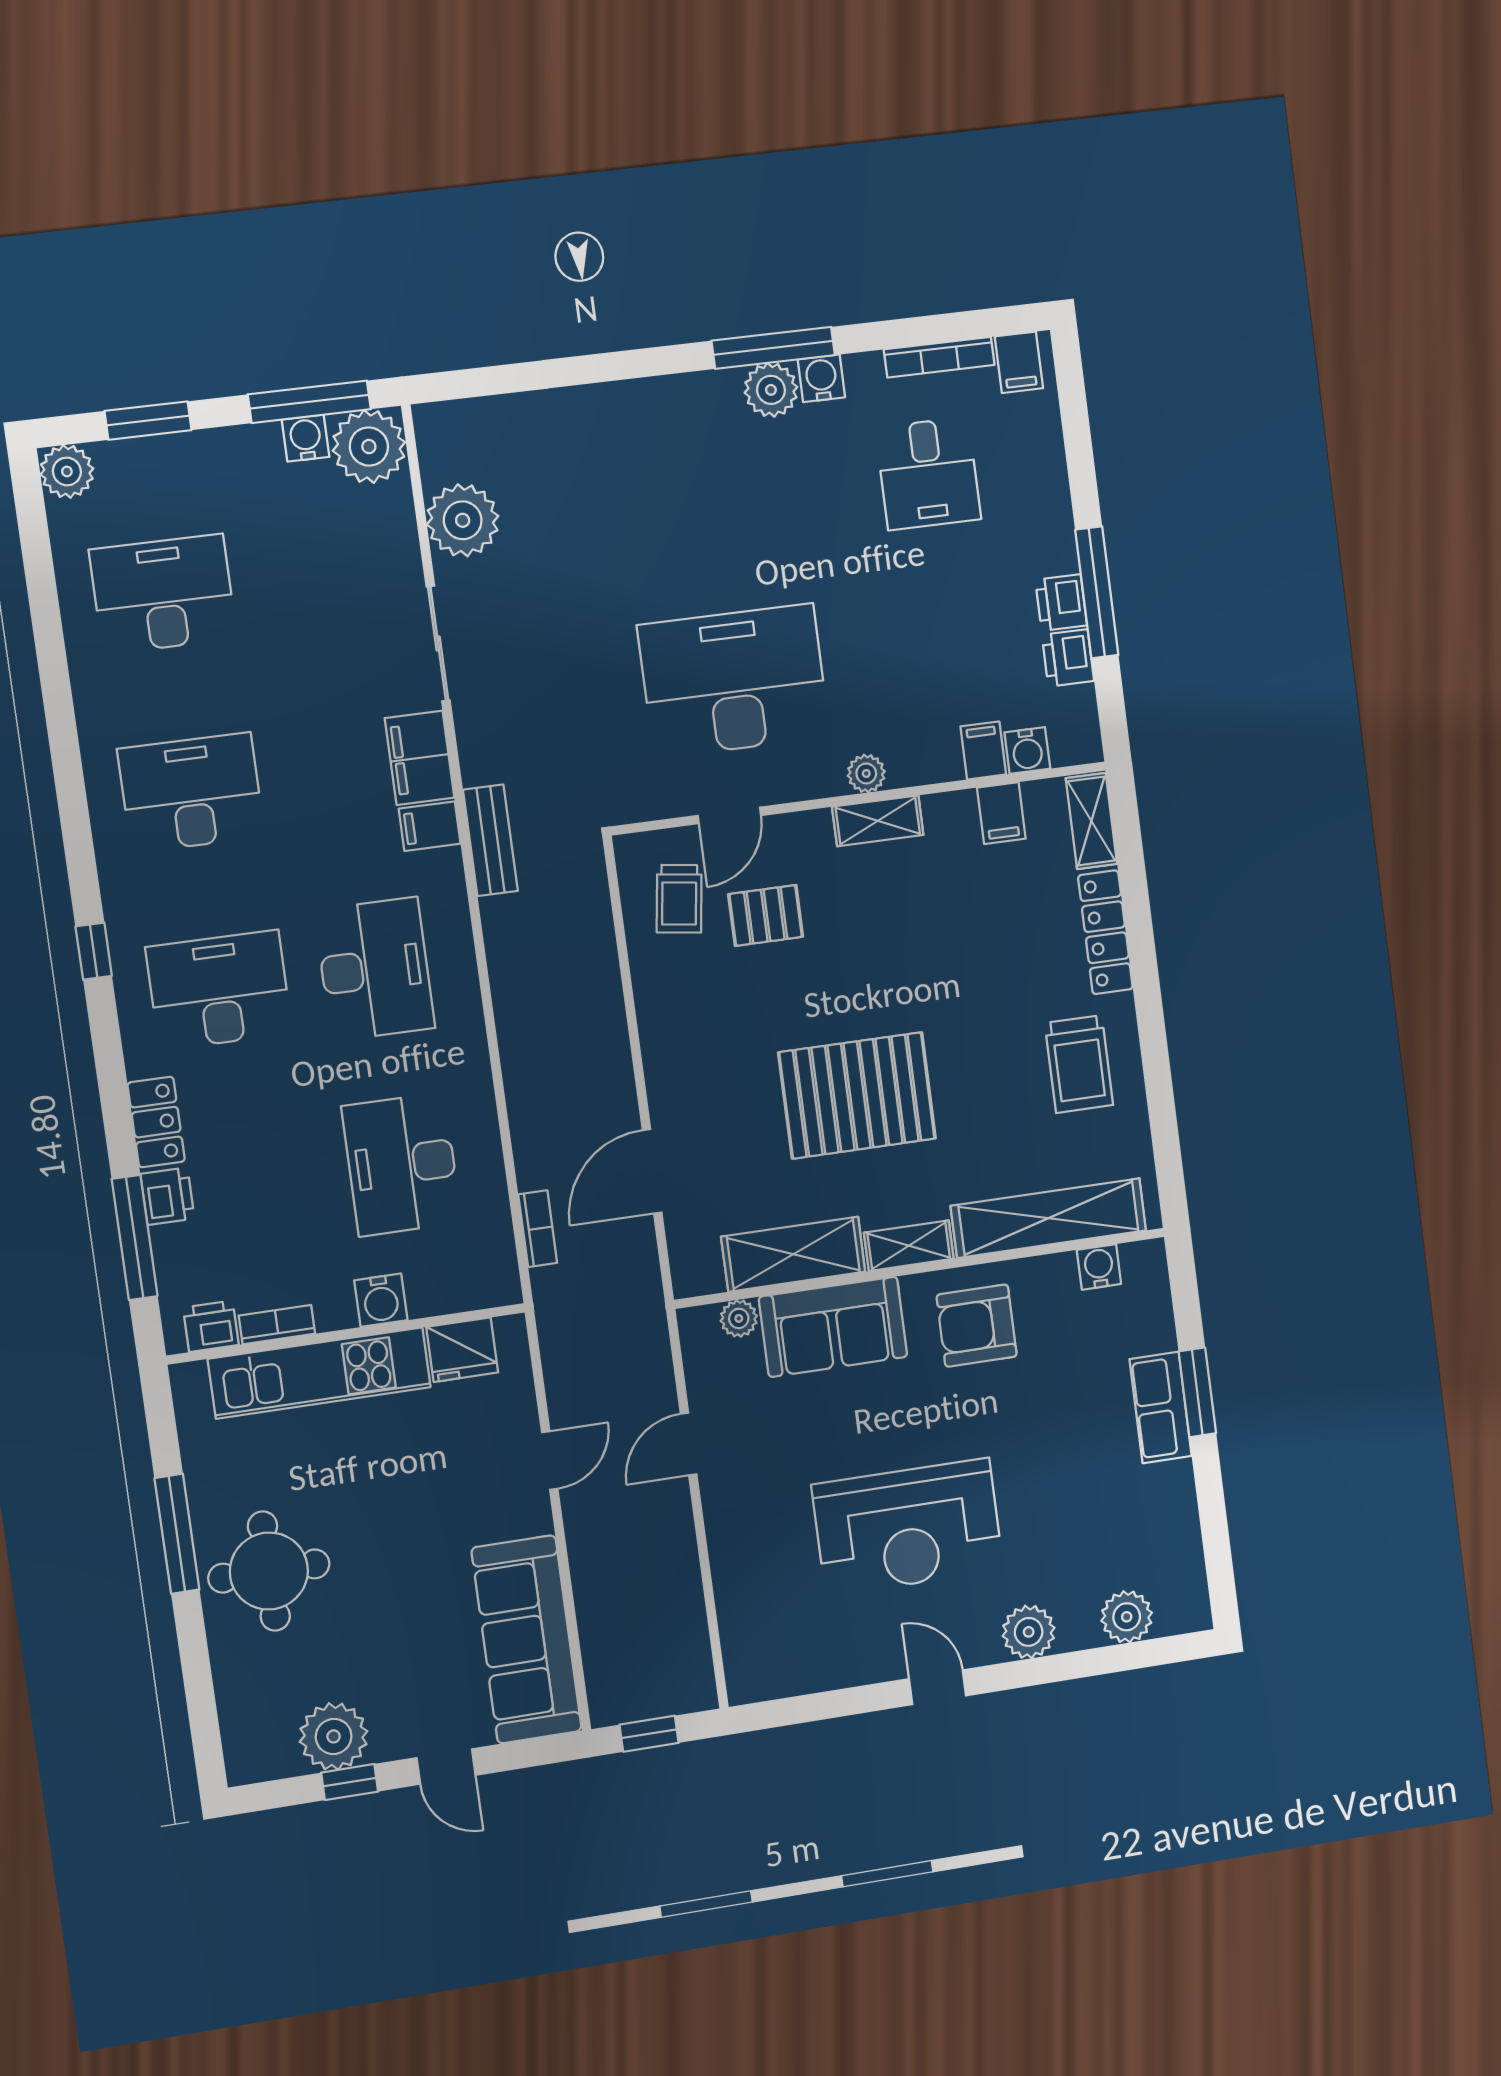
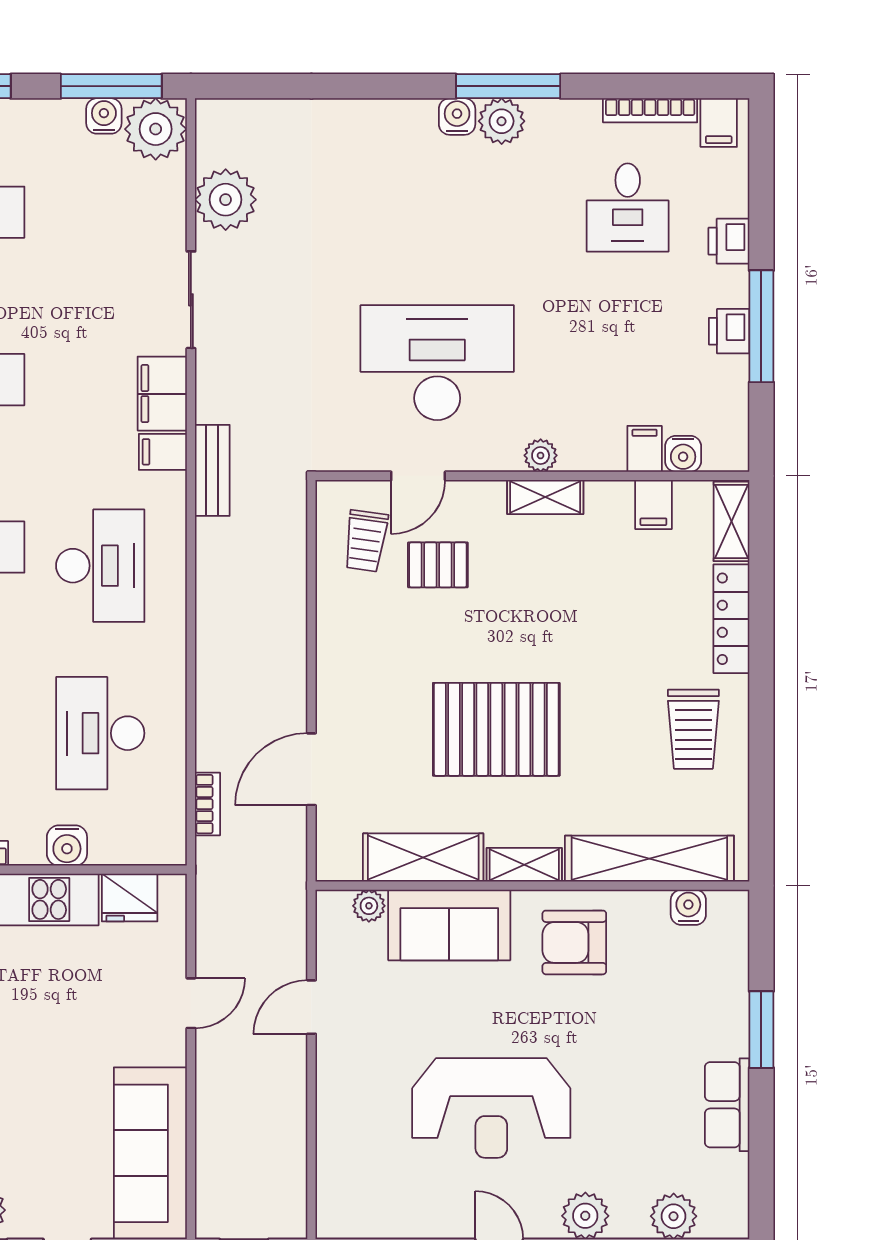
water cooler: (821, 378) -> (457, 117), moved
printer: (1068, 658) -> (729, 241), moved
row of seats: (1161, 1408) -> (727, 1105), moved

